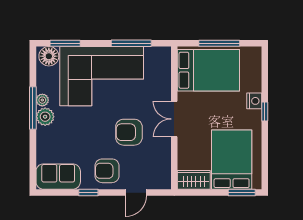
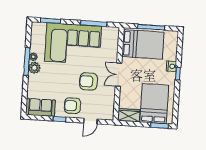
floor lamp: (49, 56) -> (39, 28), removed

